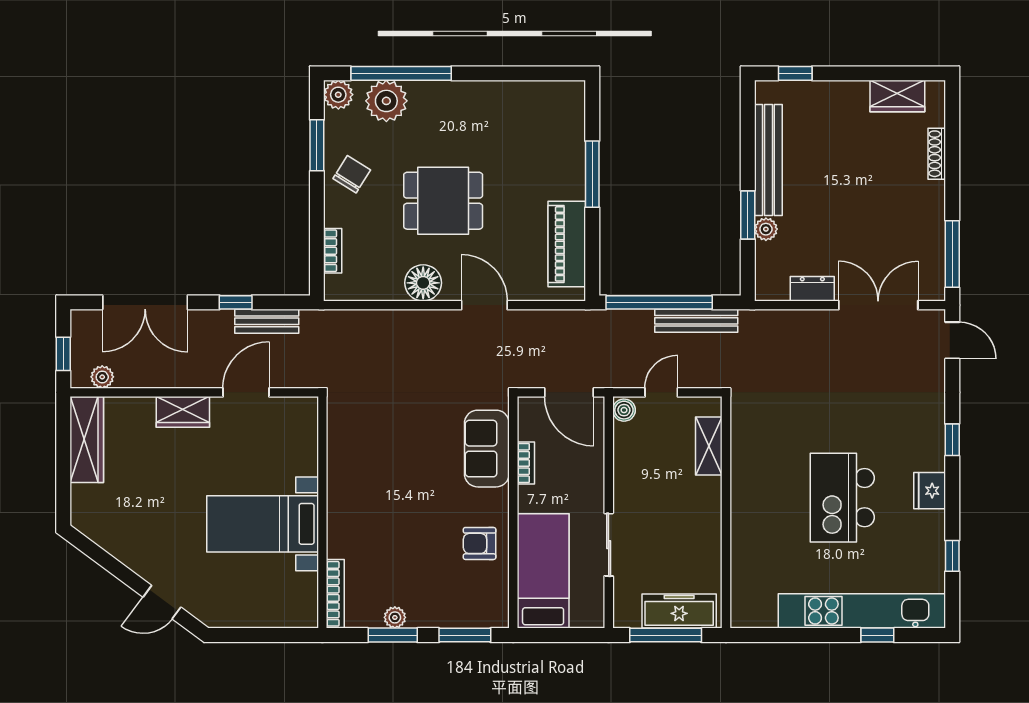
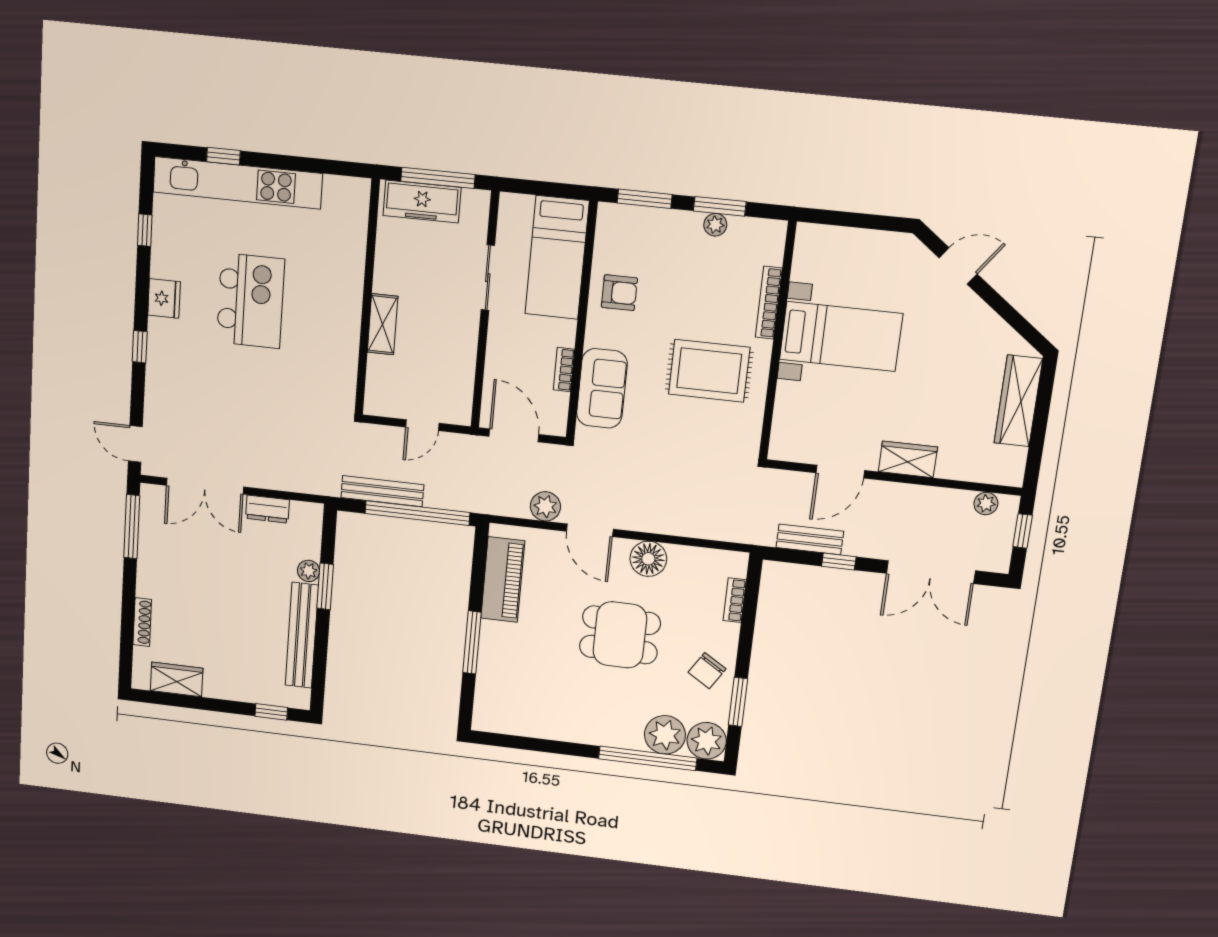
plant: (338, 95) -> (707, 741), width x1.36, depth x1.36
double door: (145, 302) -> (931, 572), swing flipped
plant: (531, 324) -> (545, 506), added
boiler: (624, 410) -> (461, 412), removed
wardrobe: (87, 440) -> (1018, 401), moved
shelving: (709, 446) -> (383, 324), moved
rug: (385, 477) -> (709, 371), added
bookcase: (335, 594) -> (769, 303), moved

